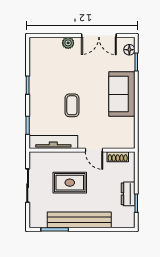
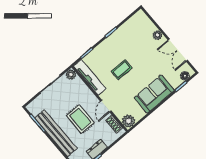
plant: (127, 141) -> (128, 121), added
plant: (35, 158) -> (71, 75), added
rug: (70, 183) -> (80, 119), moved

